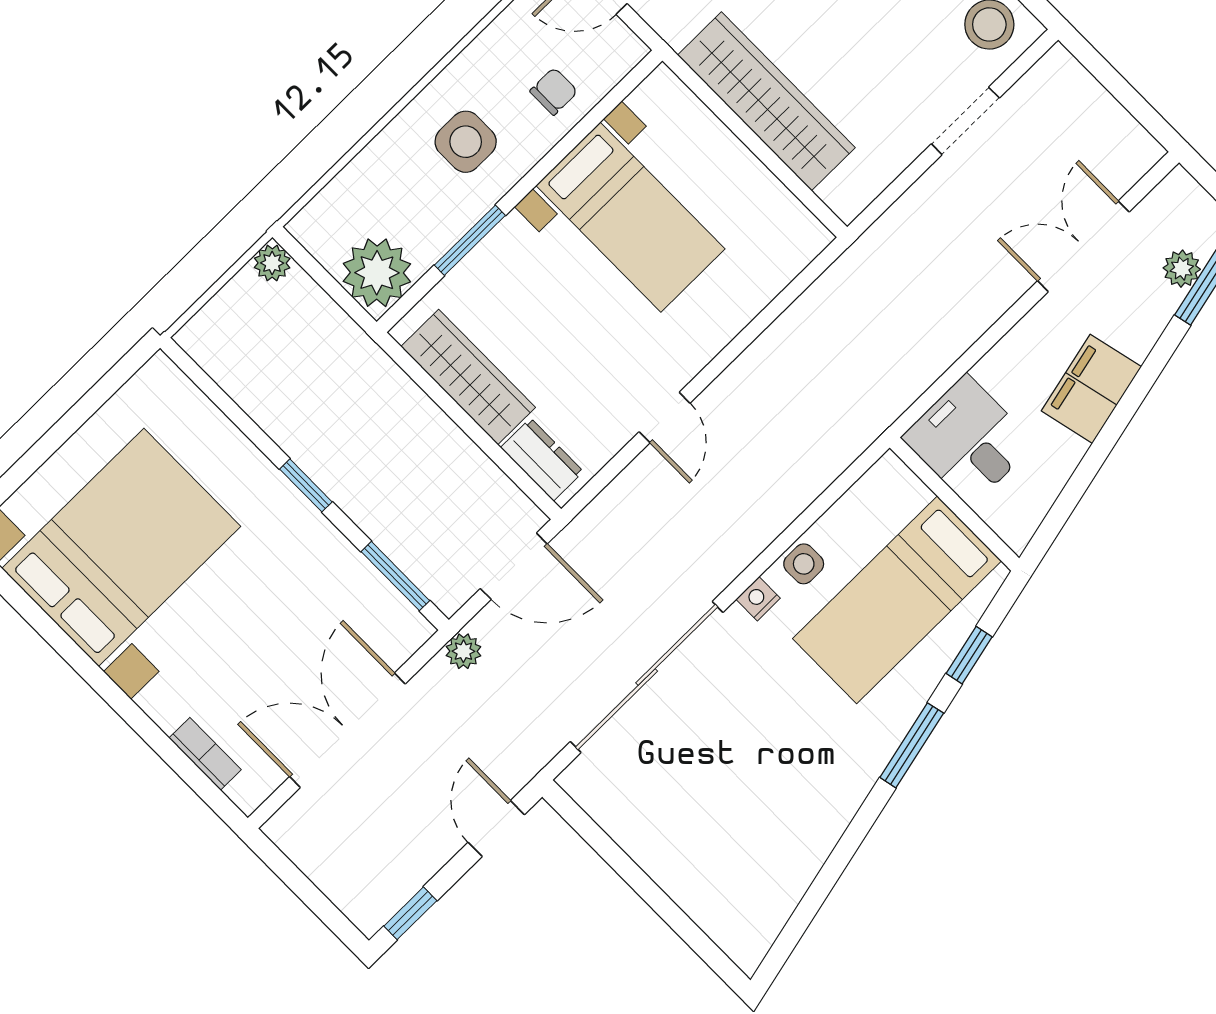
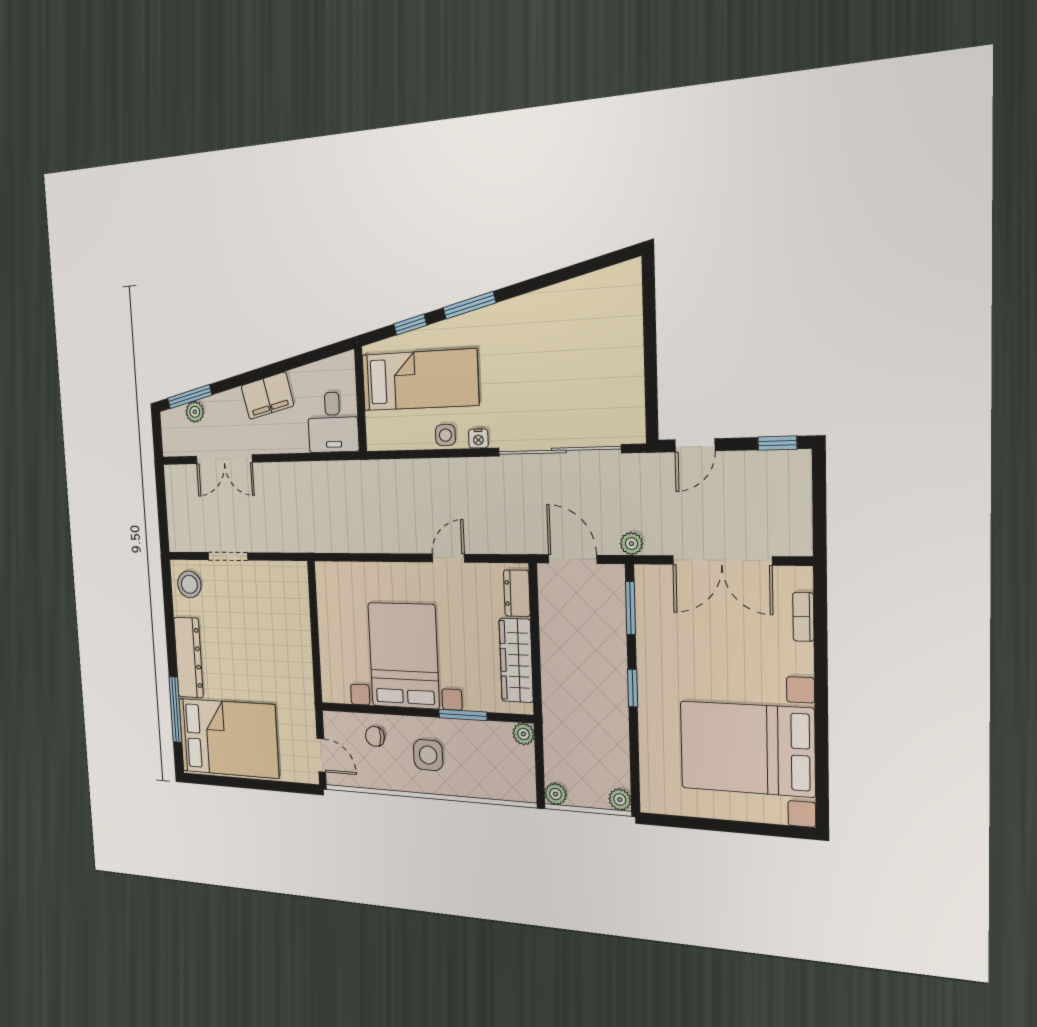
wardrobe: (766, 101) -> (296, 644), removed
bed with nightstands: (630, 217) -> (404, 656), width x1.36
plant: (377, 273) -> (523, 734), width x0.53, depth x0.53
plant: (196, 338) -> (620, 800), added

